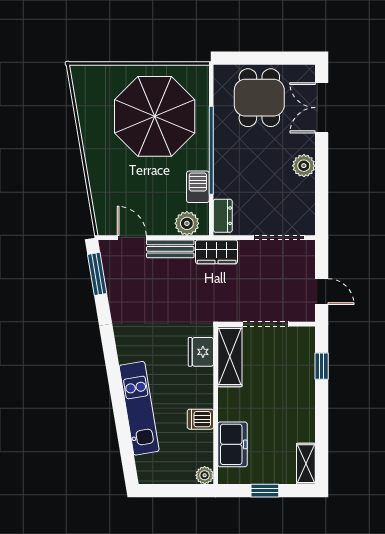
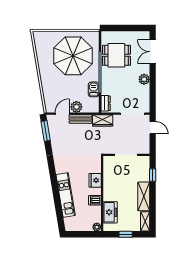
dining table: (259, 98) -> (116, 55), moved, turned 90
plant: (187, 223) -> (76, 107), moved
door: (132, 238) -> (62, 114), hinge flipped
door: (322, 292) -> (153, 128), moved
fridge: (201, 352) -> (95, 180), moved
shelving: (230, 357) -> (144, 196), moved

